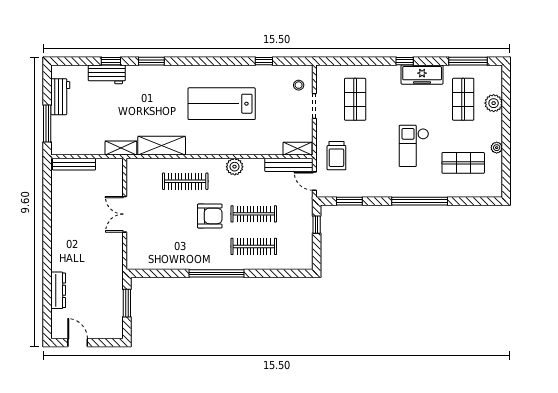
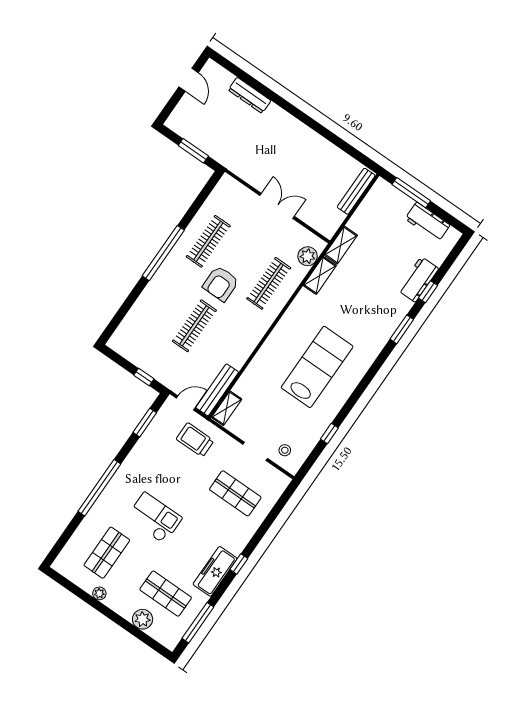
shelving: (162, 146) -> (320, 275), width x0.67, depth x0.75
plant: (235, 167) -> (308, 256), moved
clothes rail: (254, 246) -> (208, 241), moved
door: (78, 343) -> (189, 80), hinge flipped

